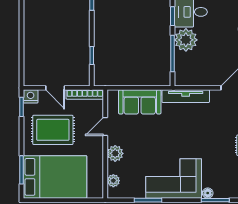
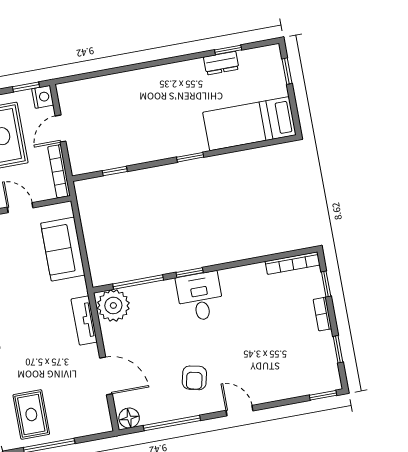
plant: (186, 40) -> (113, 305), moved
tv unit: (186, 96) -> (84, 320), width x0.71

